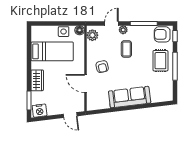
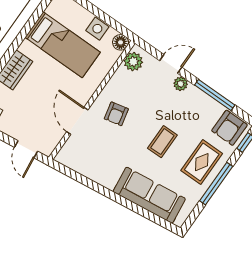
armchair: (162, 34) -> (229, 128), turned -90
coffee table: (126, 49) -> (162, 142), moved
sofa: (130, 97) -> (149, 195), moved

